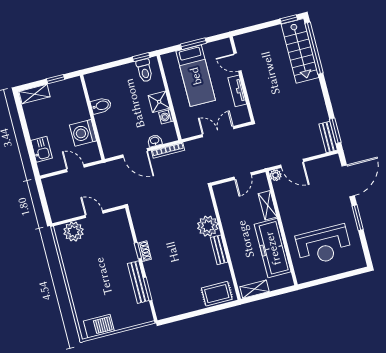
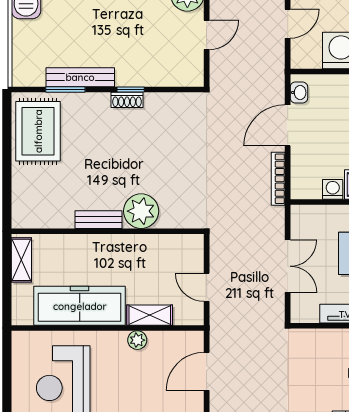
washbasin: (155, 141) -> (299, 93), moved
plant: (276, 175) -> (137, 340), moved
rug: (217, 294) -> (38, 131), moved, width x1.36, depth x1.43

